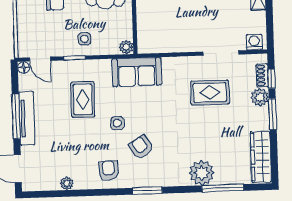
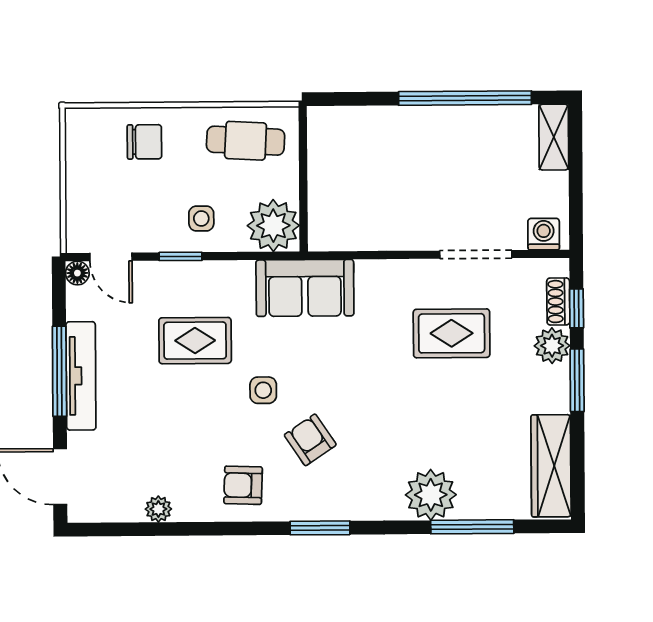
plant: (126, 47) -> (273, 226), width x1.88, depth x1.88
rug: (83, 99) -> (195, 341), turned 90
armchair: (109, 171) -> (243, 485), turned -84

